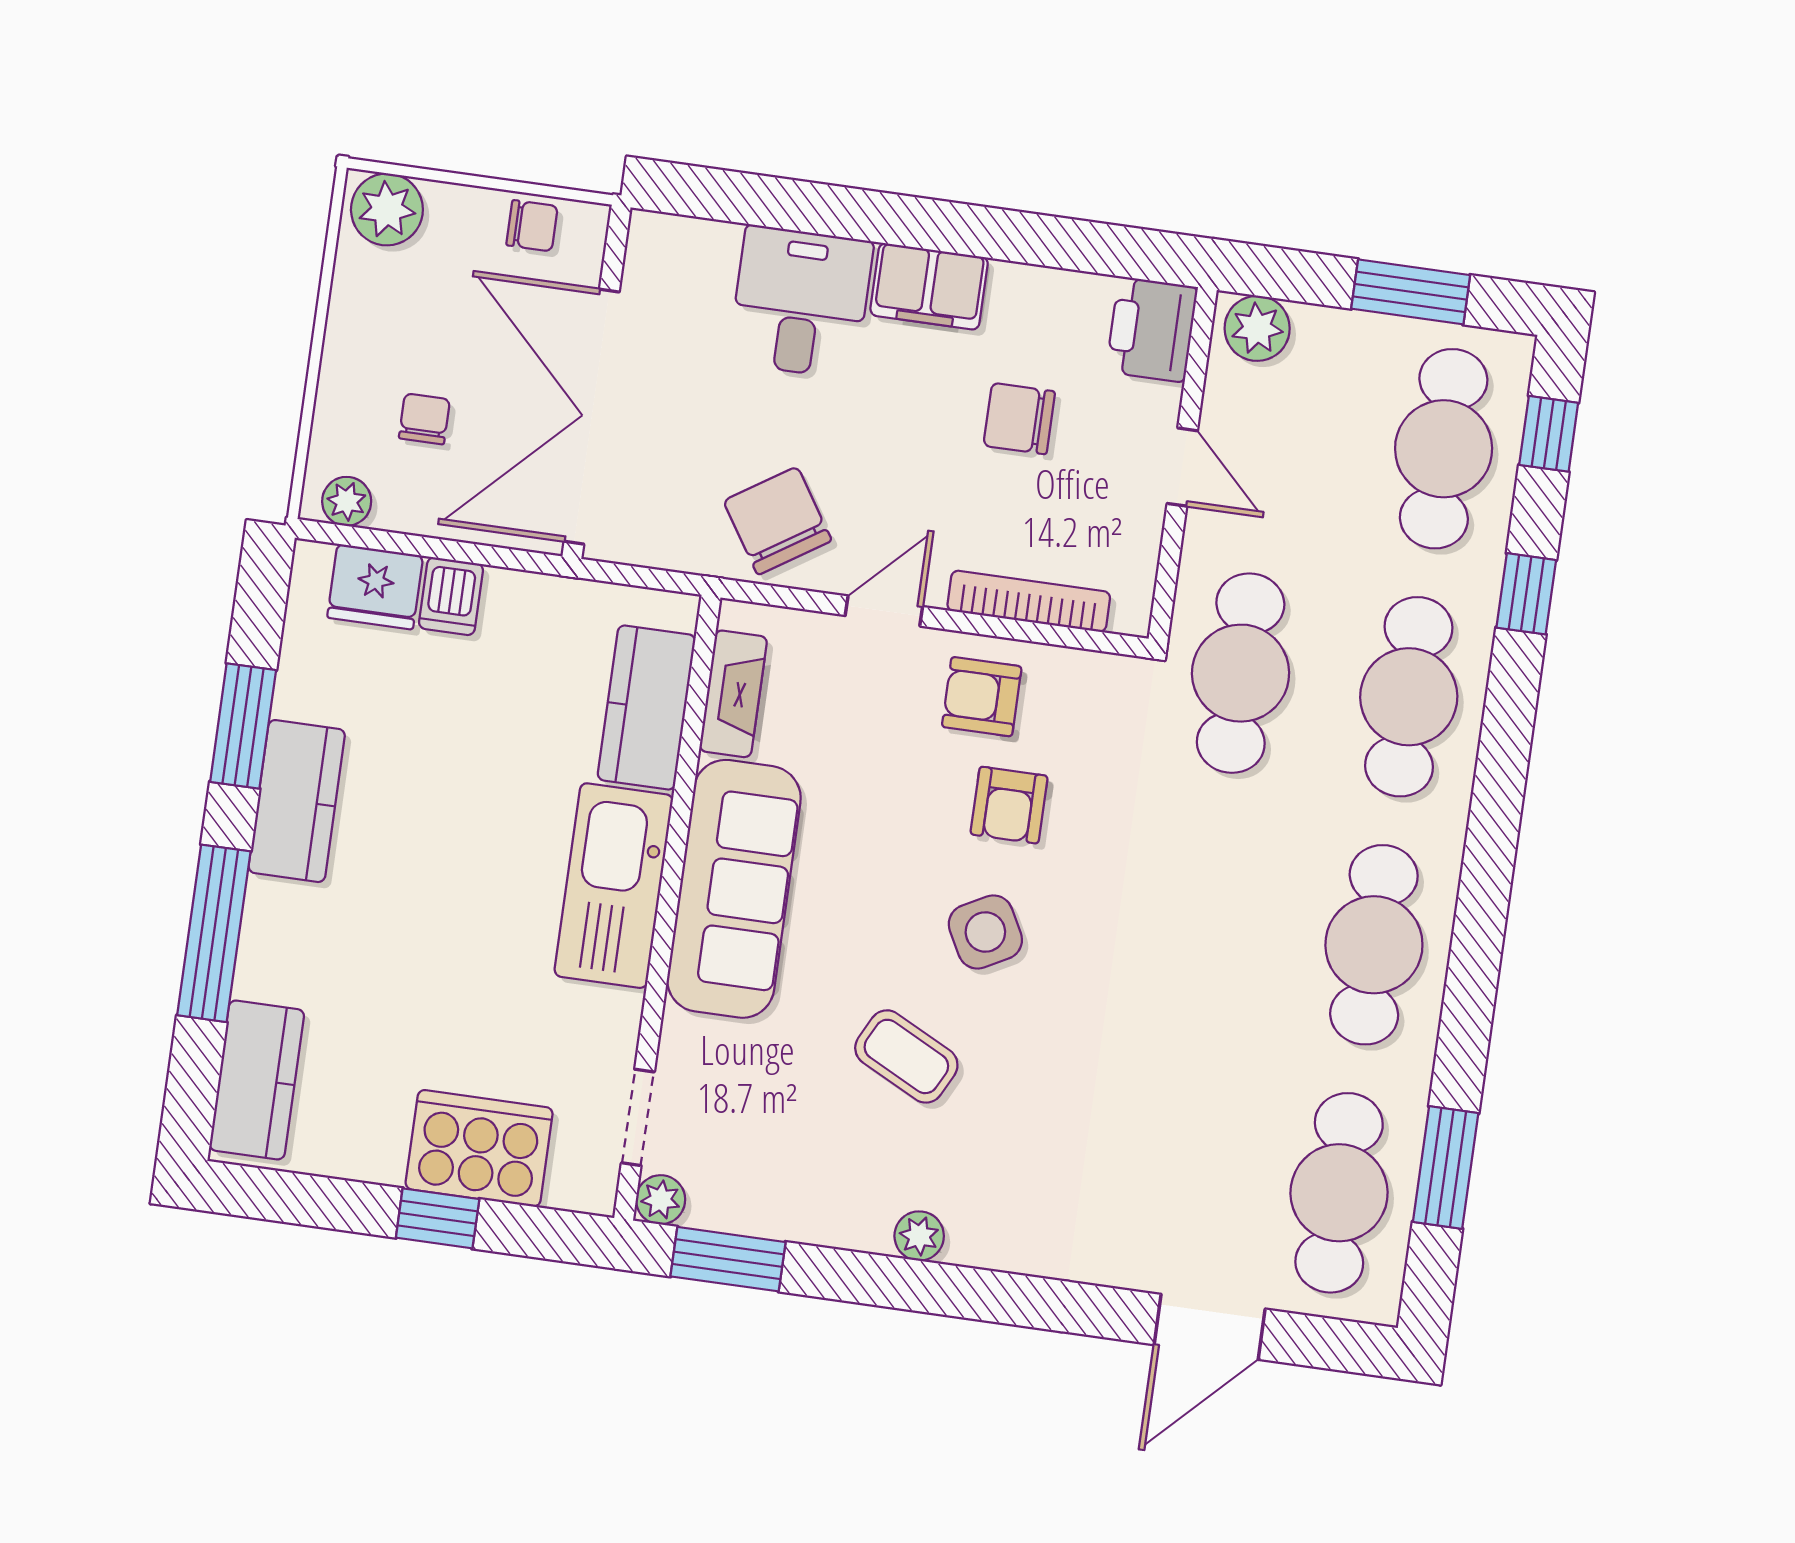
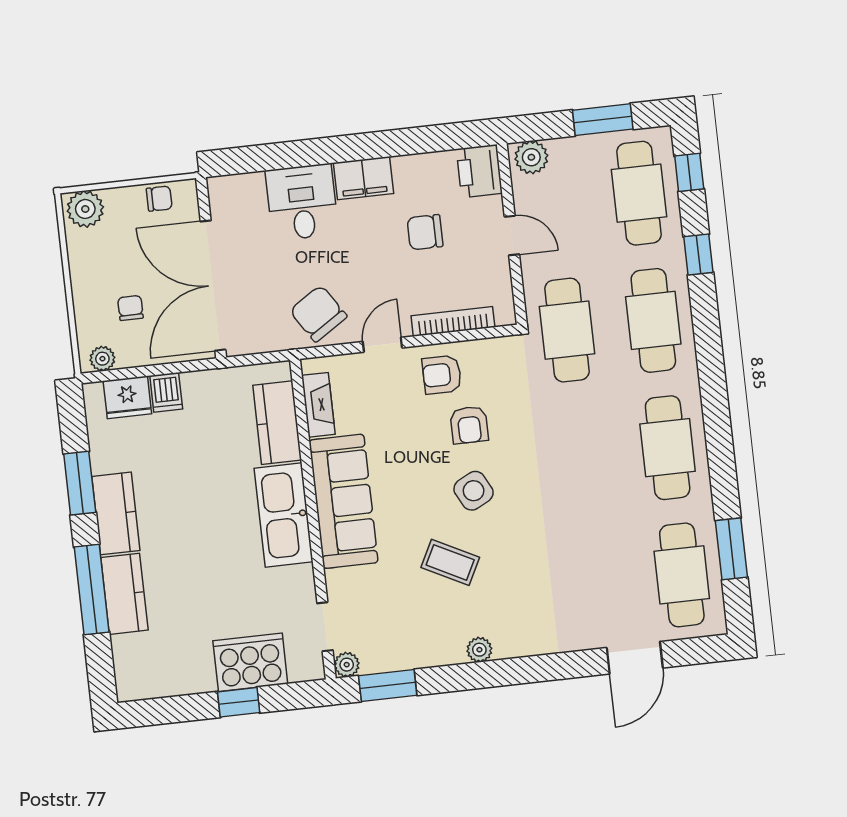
kitchen counter: (257, 1080) -> (124, 594), moved

